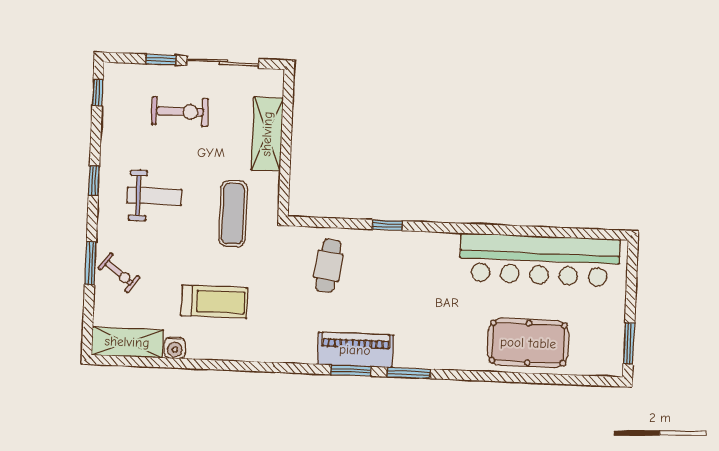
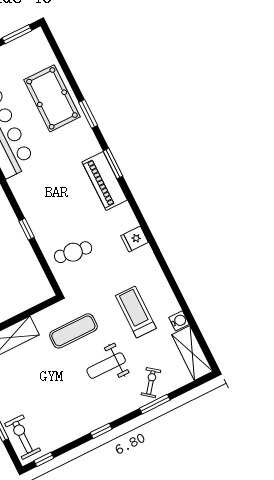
exercise bike: (180, 112) -> (23, 437), moved
weight bench: (154, 196) -> (106, 366), moved, turned -90
fridge: (303, 349) -> (135, 239), added
piano: (355, 350) -> (105, 181), moved
window: (351, 371) -> (88, 114), moved

